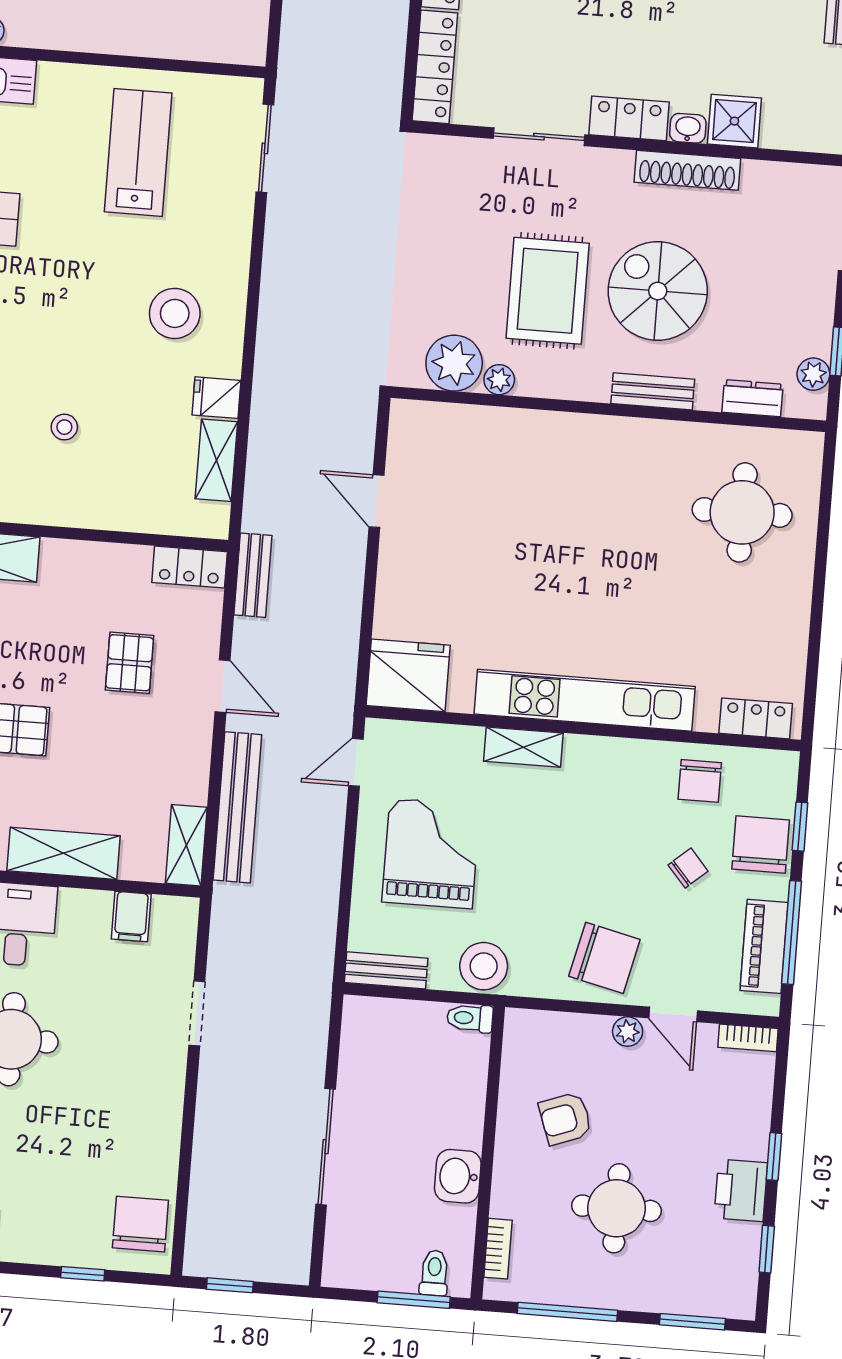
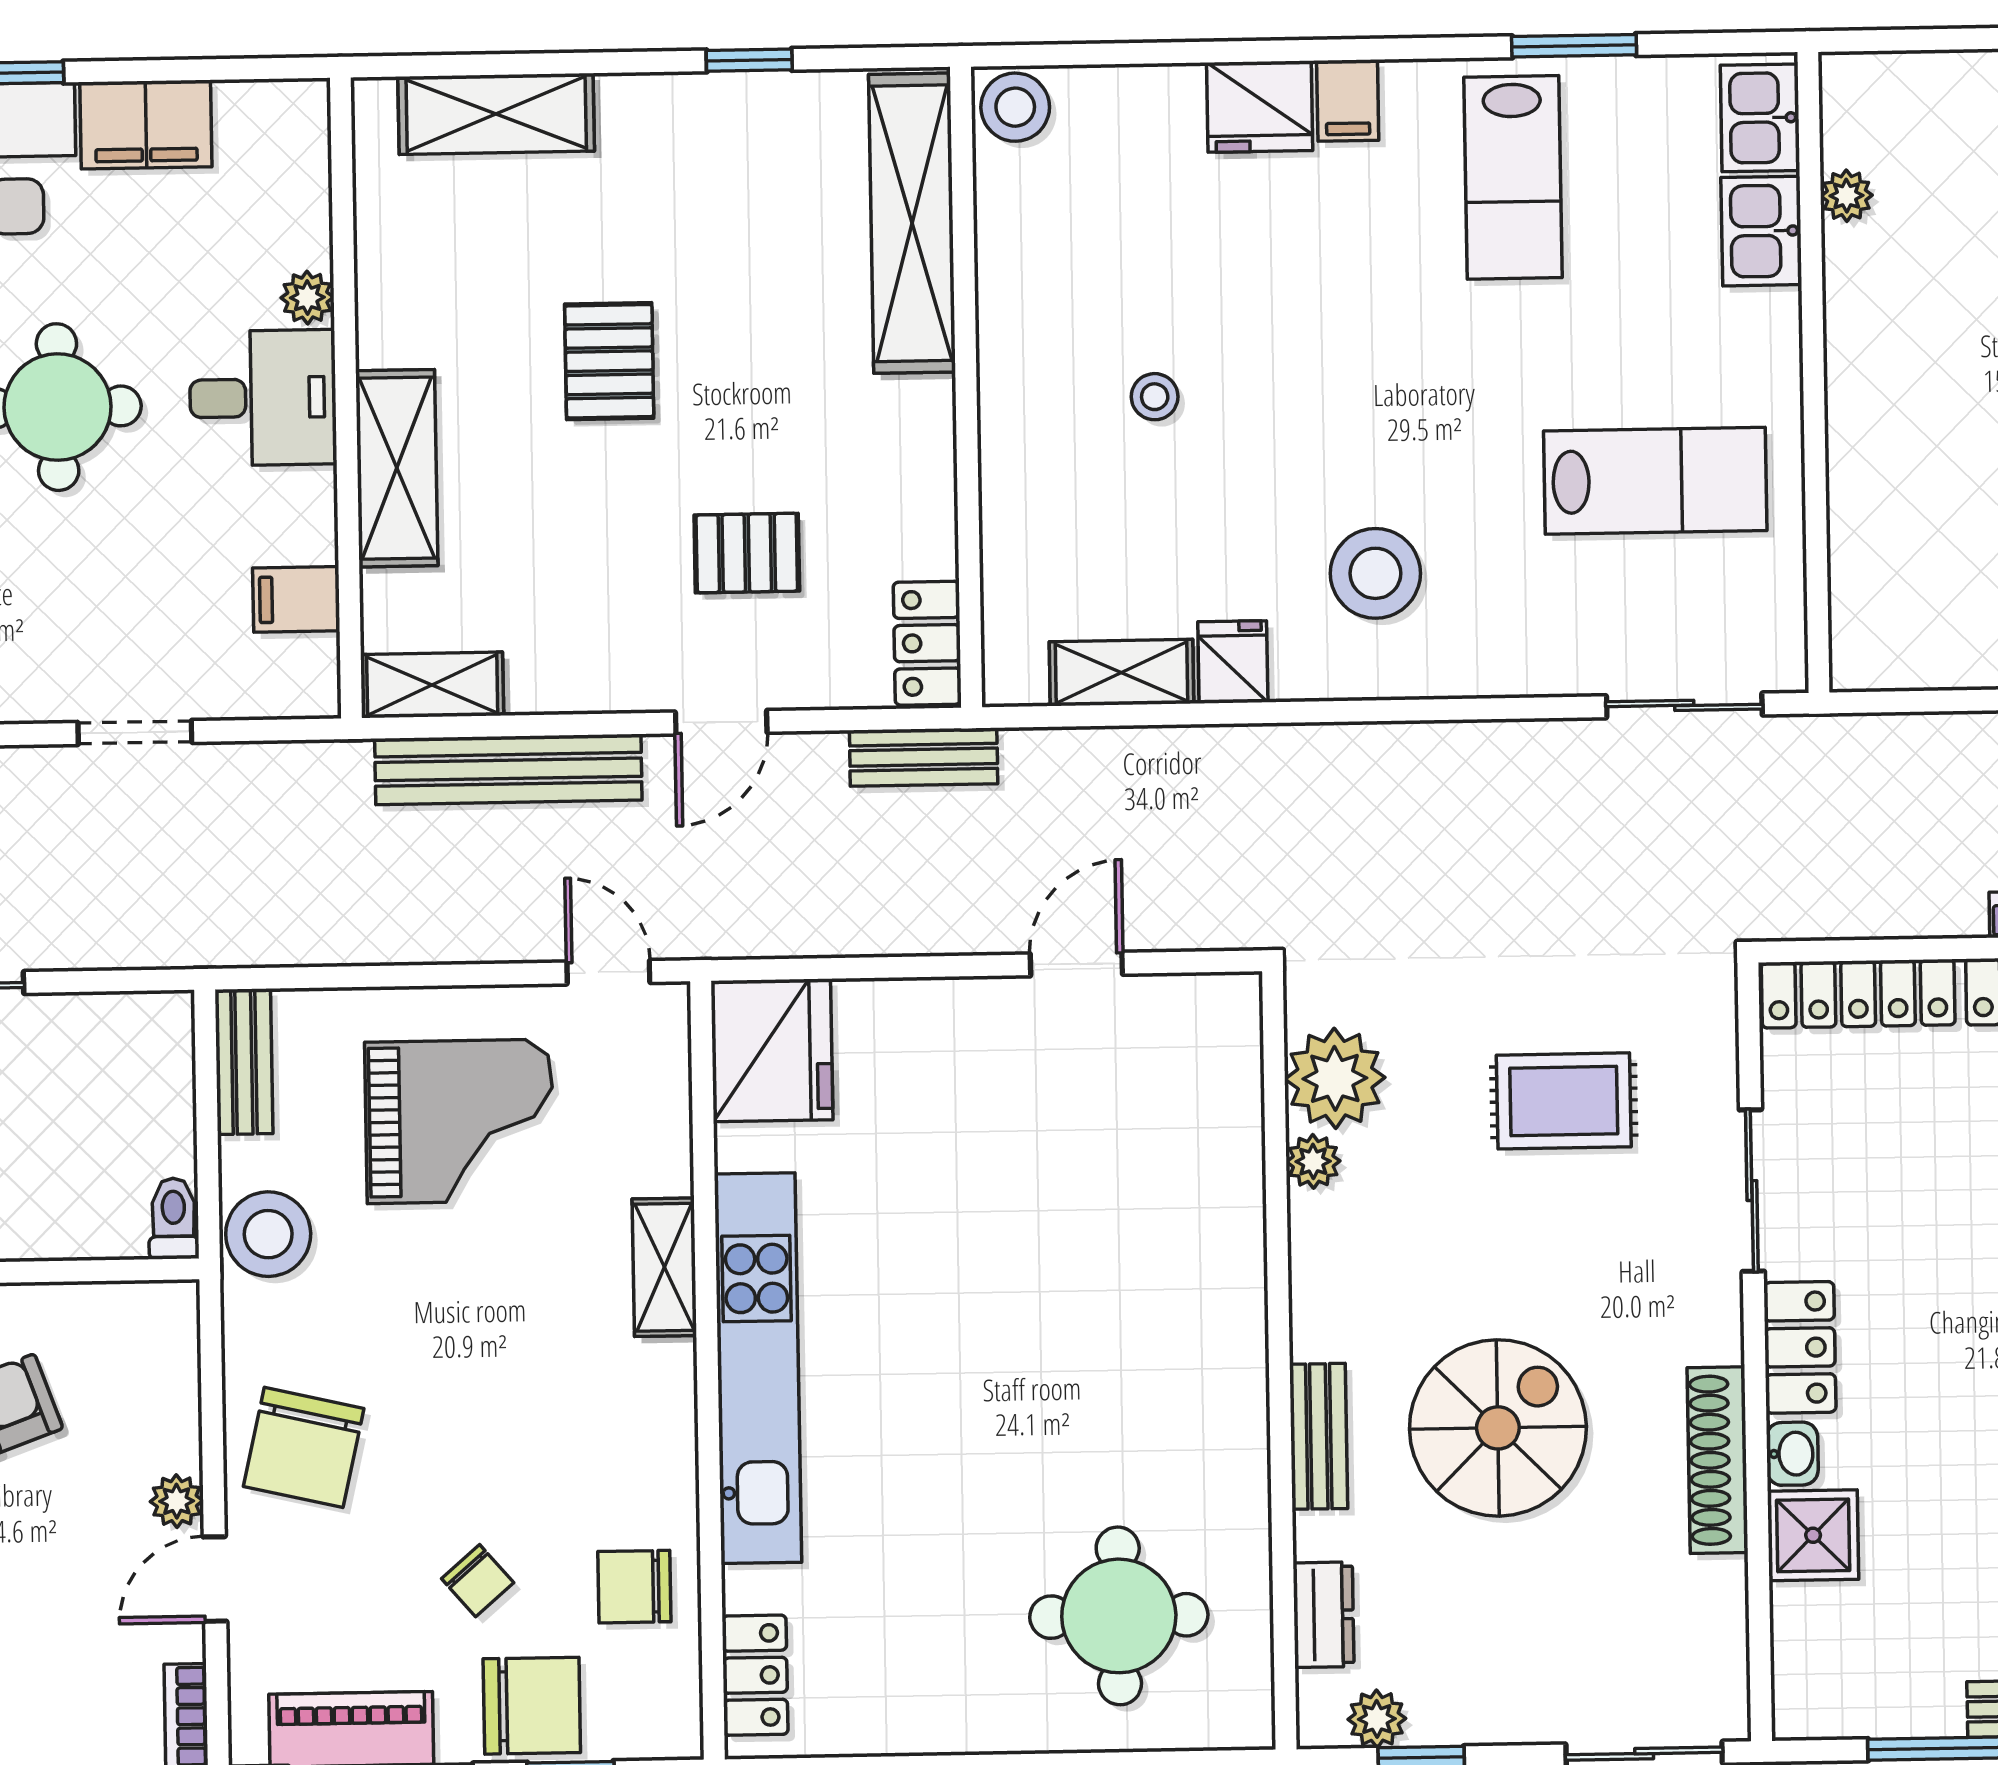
rug: (548, 291) -> (1564, 1101), moved, width x0.73, depth x0.70

